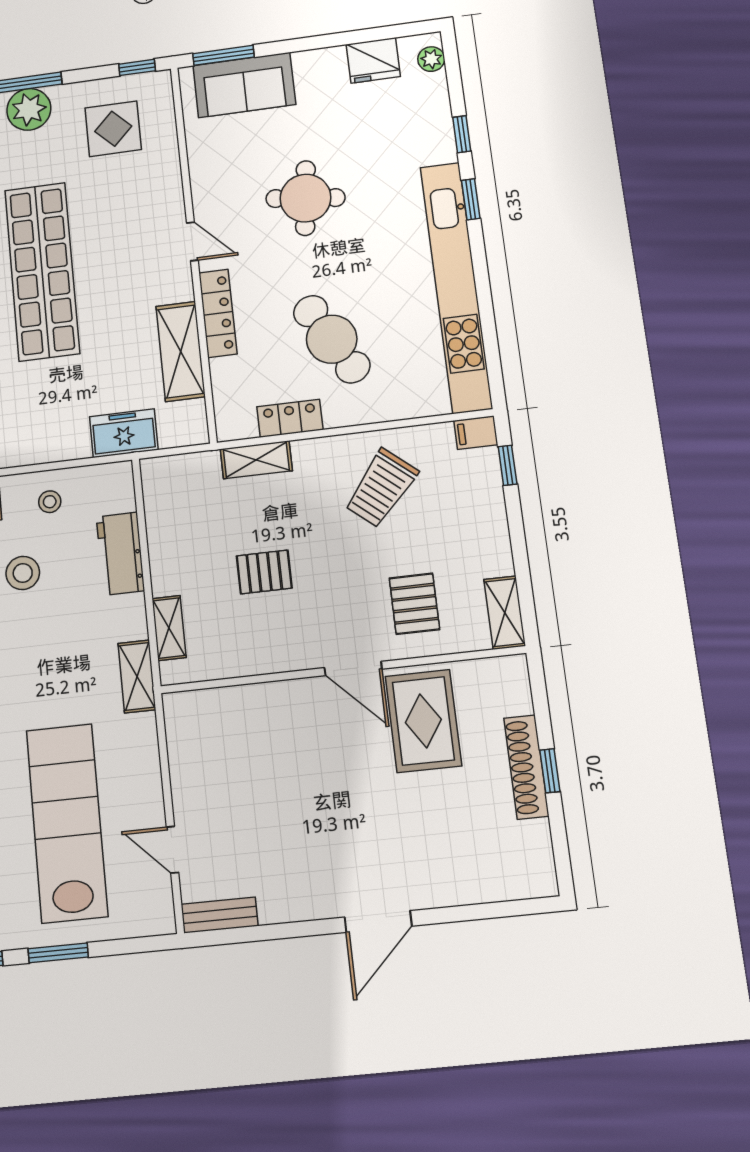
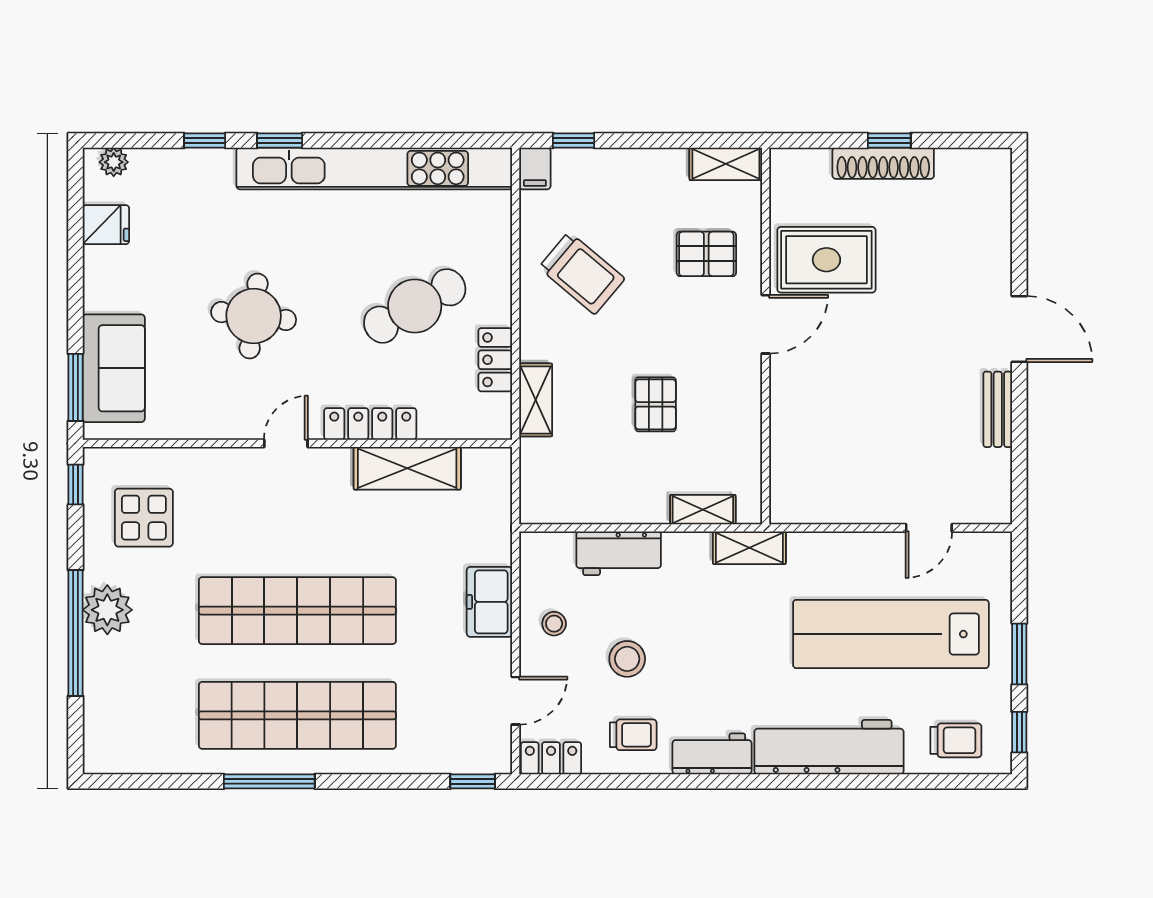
fridge: (373, 60) -> (106, 225), width x0.72
freezer: (124, 433) -> (489, 602), moved
bench: (220, 915) -> (998, 409), moved

